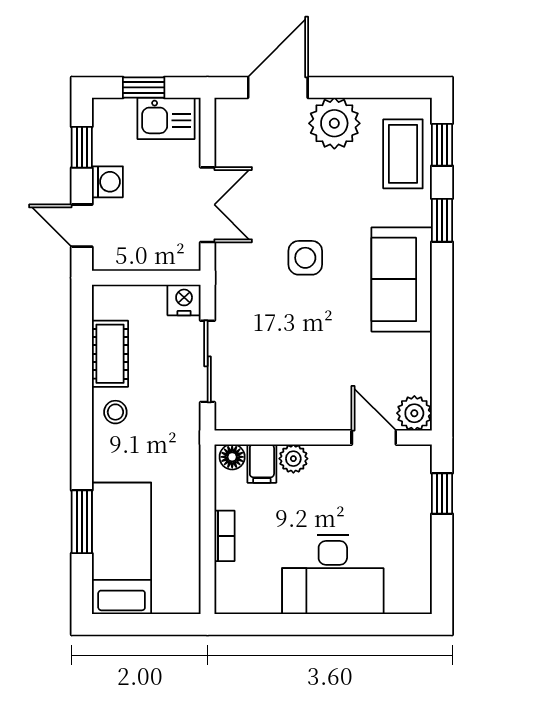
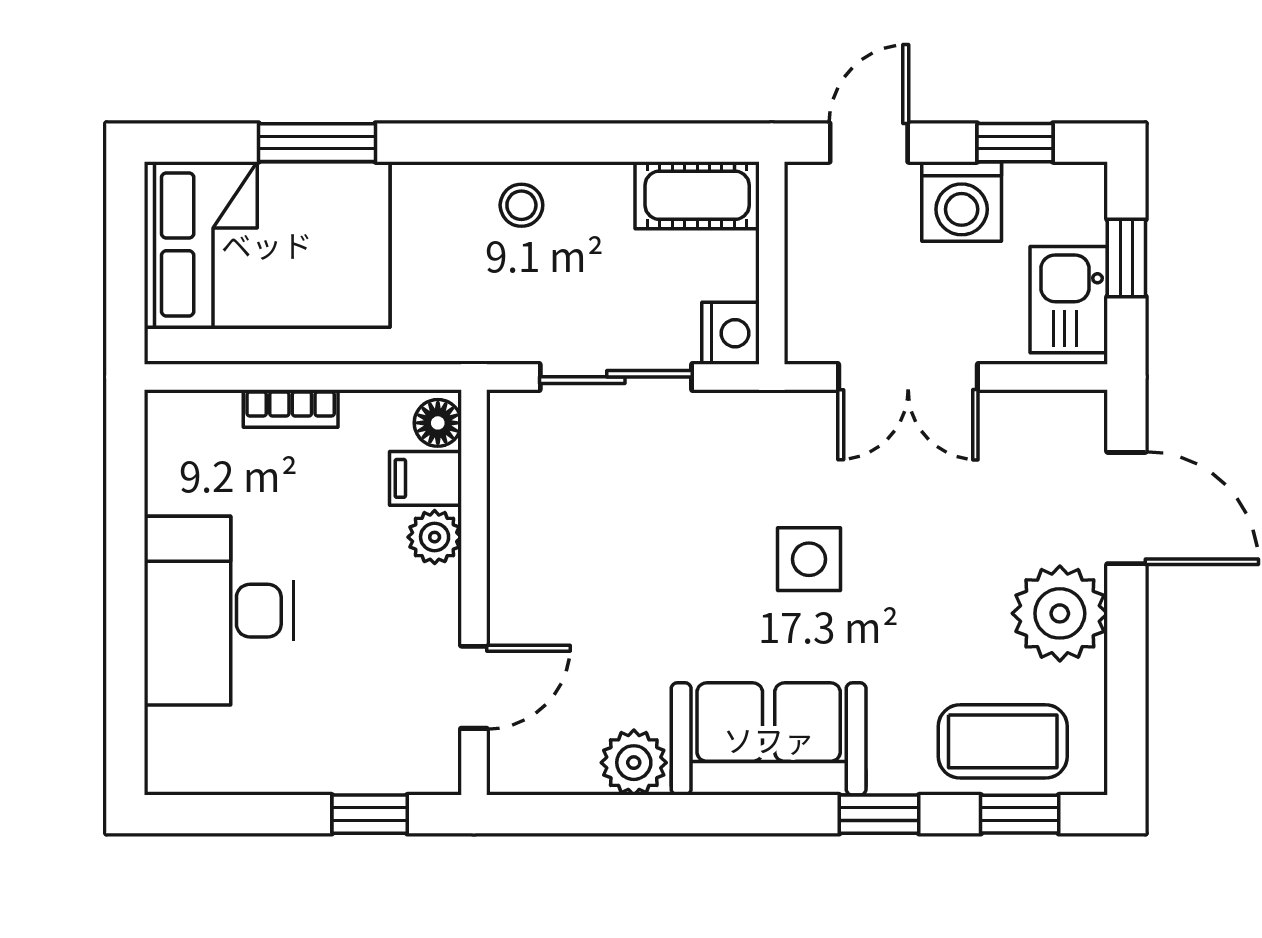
washing machine: (107, 182) -> (962, 201), width x1.38, depth x1.38
cot: (110, 354) -> (697, 195), moved
plant: (414, 413) -> (634, 763), moved
bed: (122, 548) -> (267, 244), width x1.50

